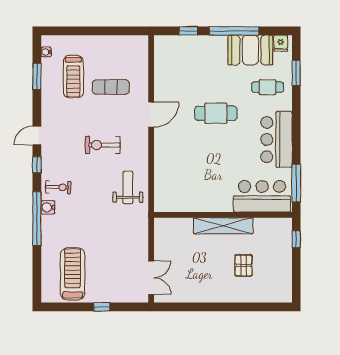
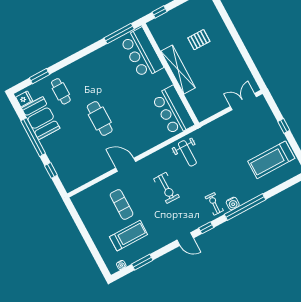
bar counter: (276, 140) -> (173, 111), moved, turned 90
weight bench: (128, 187) -> (187, 153), turned -90

